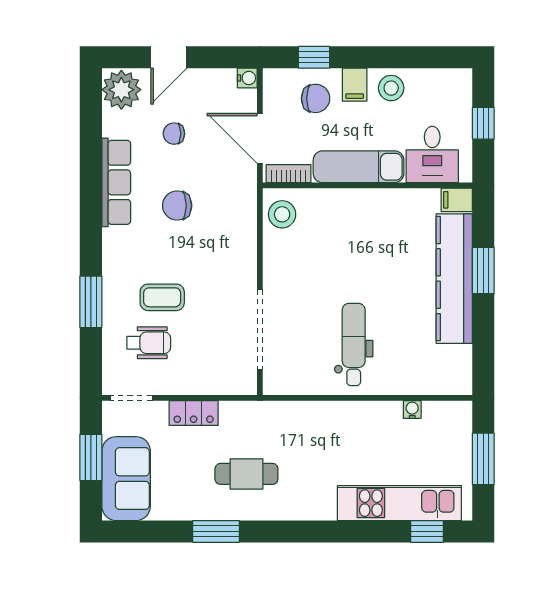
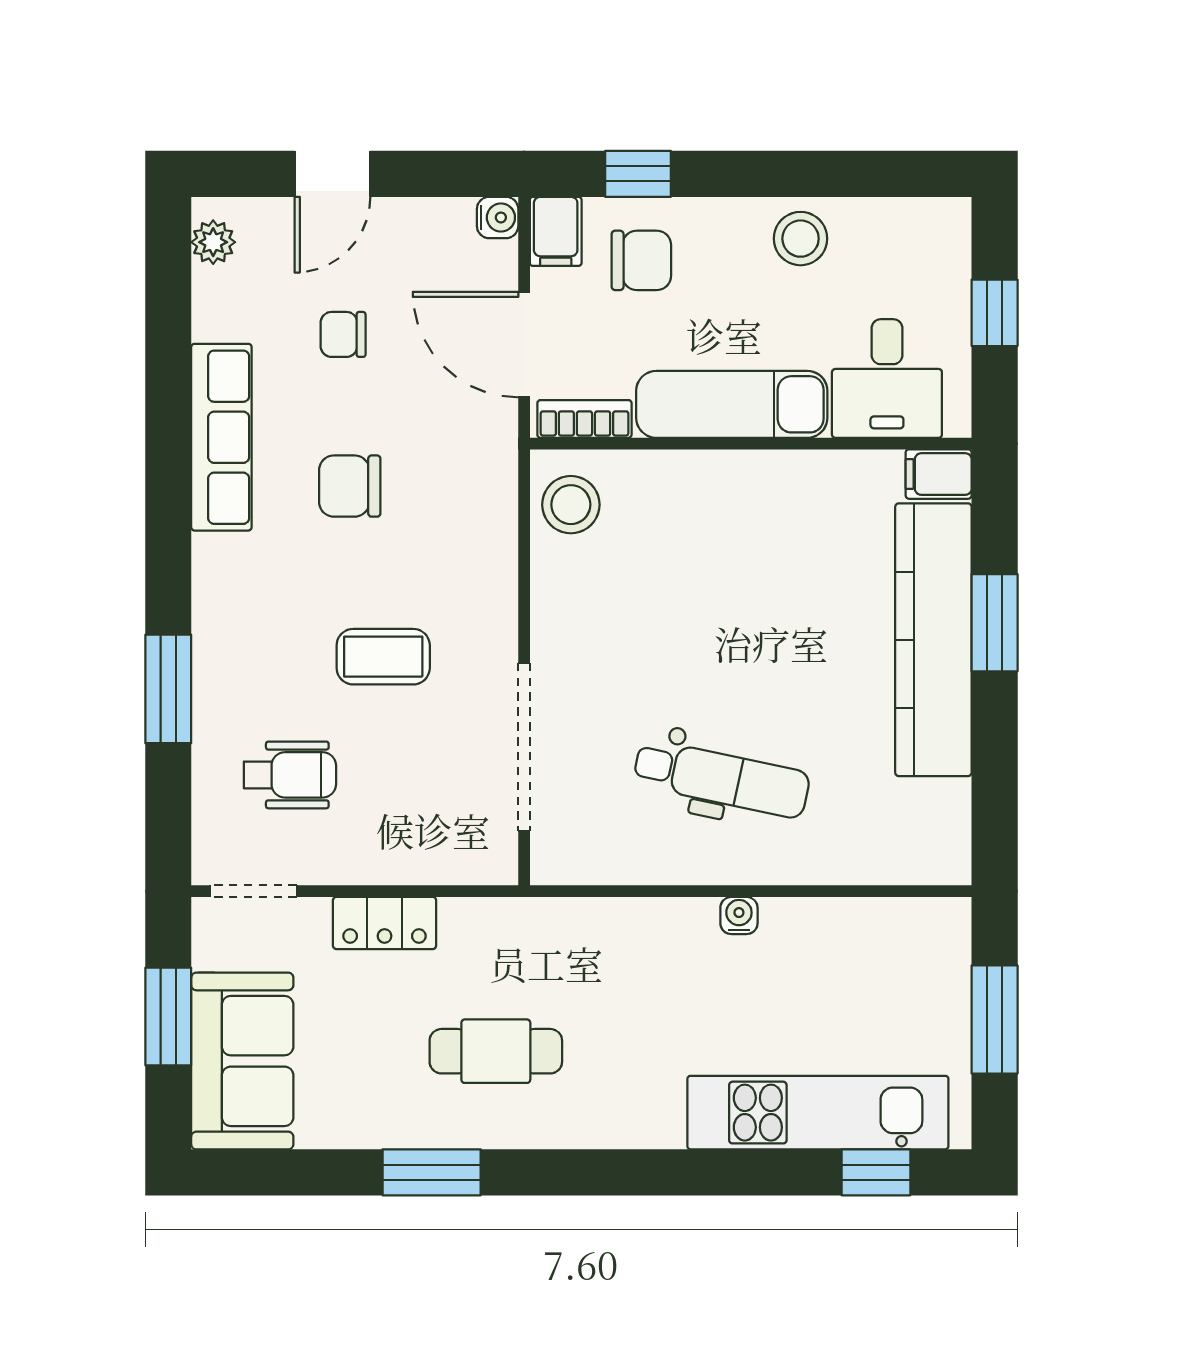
filing cabinet: (355, 85) -> (556, 231), moved
plant: (121, 90) -> (213, 242), width x0.53, depth x0.53
coffee table: (162, 297) -> (383, 657), moved
dental chair: (354, 344) -> (722, 779), turned 102
water cooler: (412, 409) -> (739, 916), moved

